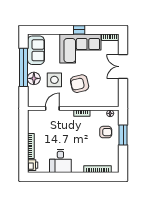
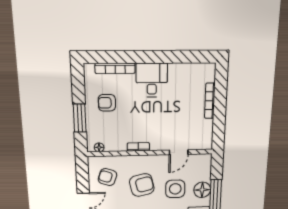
armchair: (105, 91) -> (107, 177), added
armchair: (106, 132) -> (107, 103), moved
desk: (60, 161) -> (152, 80), moved
printer: (33, 165) -> (208, 74), removed

